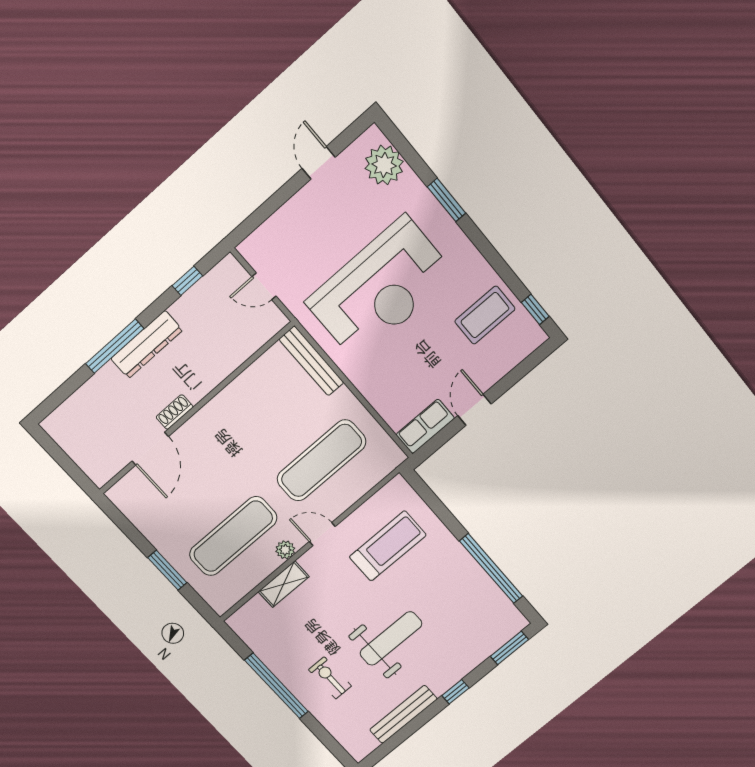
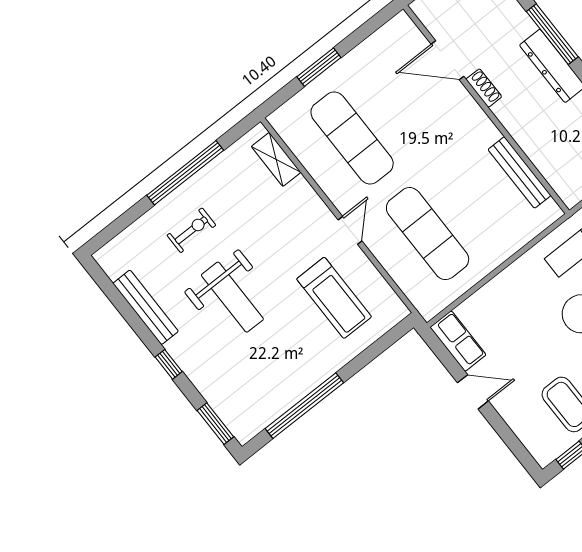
bench: (311, 361) -> (519, 172), moved, turned 90
plant: (285, 550) -> (335, 191), removed
shelving: (284, 584) -> (276, 159), moved

